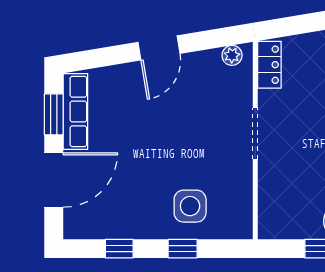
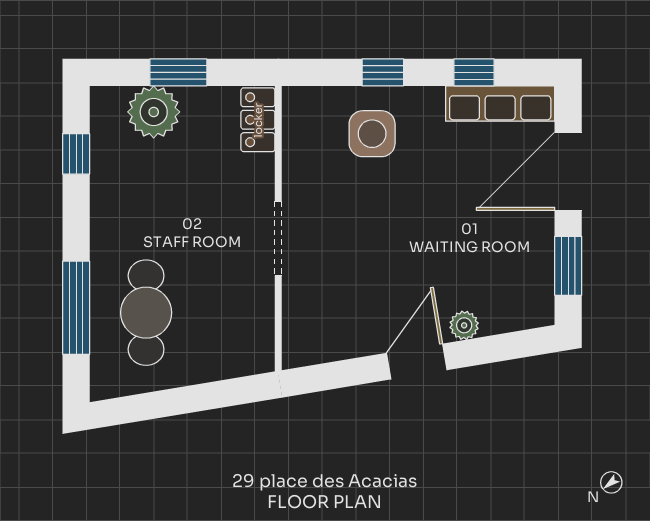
plant: (232, 55) -> (464, 325), moved
locker: (269, 65) -> (258, 120), moved
row of seats: (75, 112) -> (500, 104), moved, turned -90

